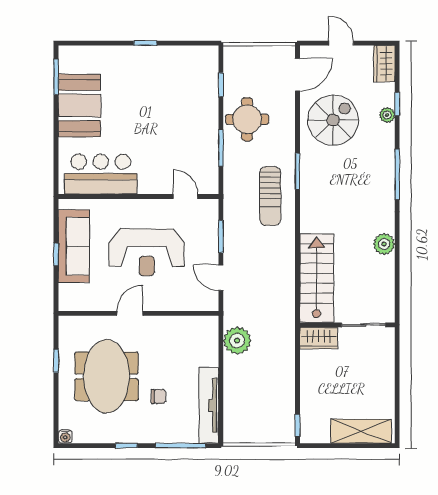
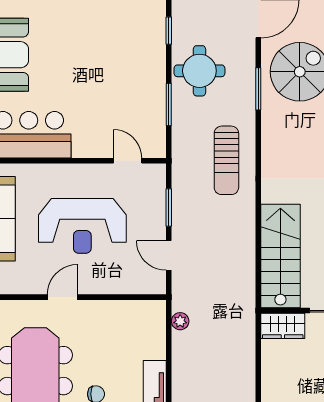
window: (298, 171) -> (258, 89), moved
plant: (237, 341) -> (180, 321), width x0.53, depth x0.53

